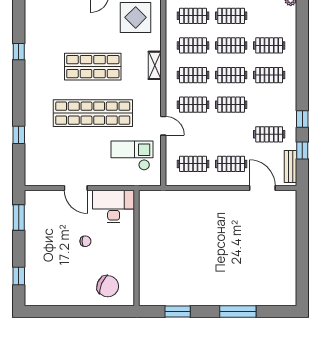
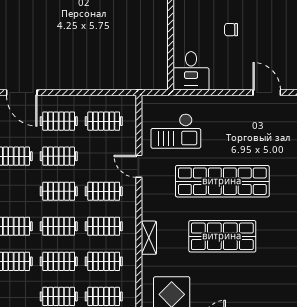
clothes rail: (231, 134) -> (59, 156), added
door: (76, 188) -> (267, 93), moved
desk: (114, 206) -> (191, 71), width x0.73

